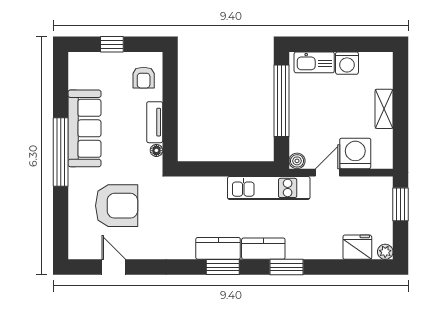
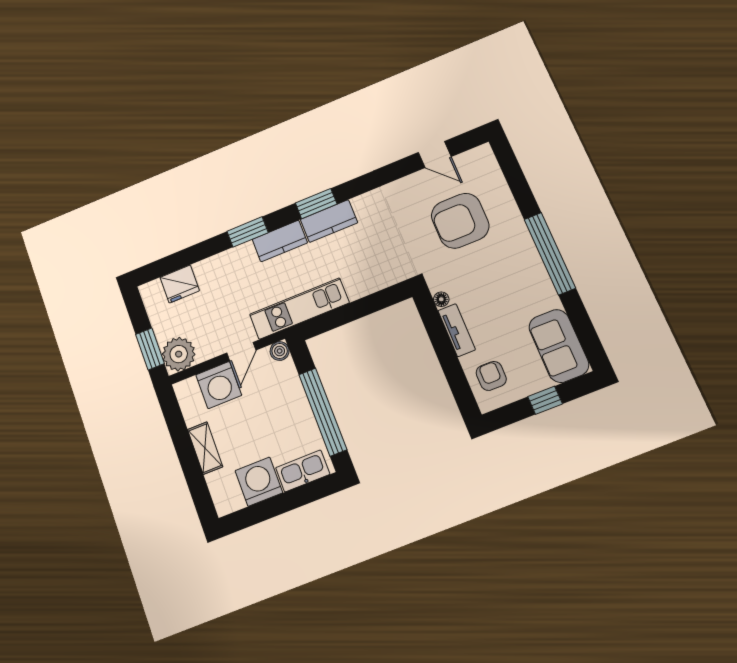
washing machine: (347, 63) -> (259, 482), width x1.37, depth x1.37
sofa: (85, 128) -> (559, 346), moved, width x0.73
plant: (385, 252) -> (179, 354), moved, width x1.88, depth x1.88

